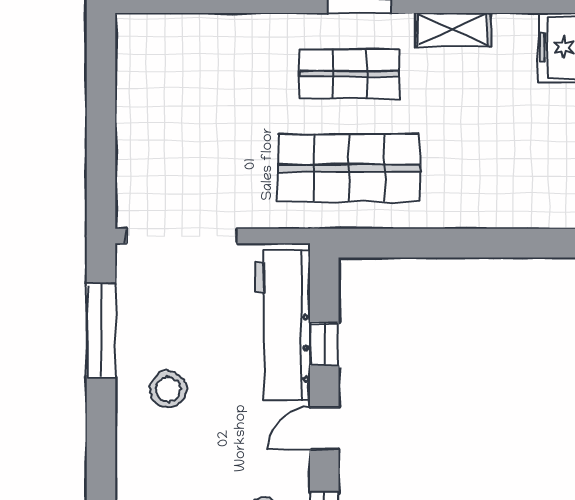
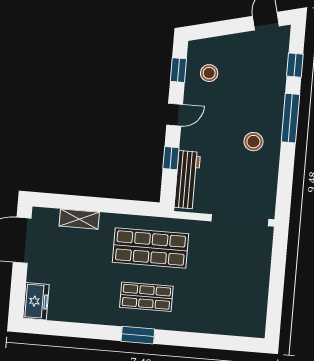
shelving: (453, 30) -> (79, 219), moved
workbench: (283, 325) -> (187, 180), width x0.73, depth x0.76
window: (101, 330) -> (290, 118), moved

